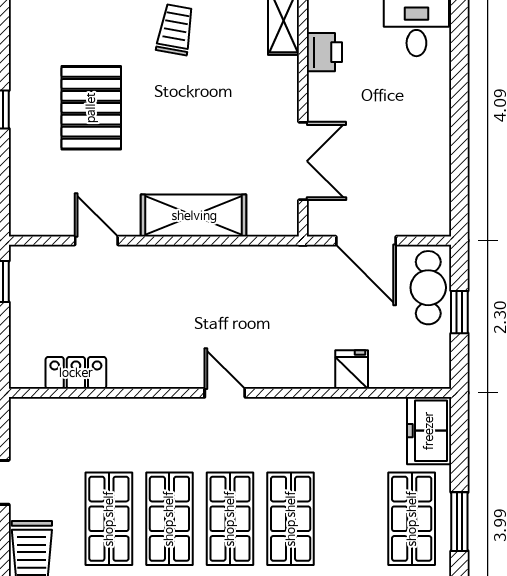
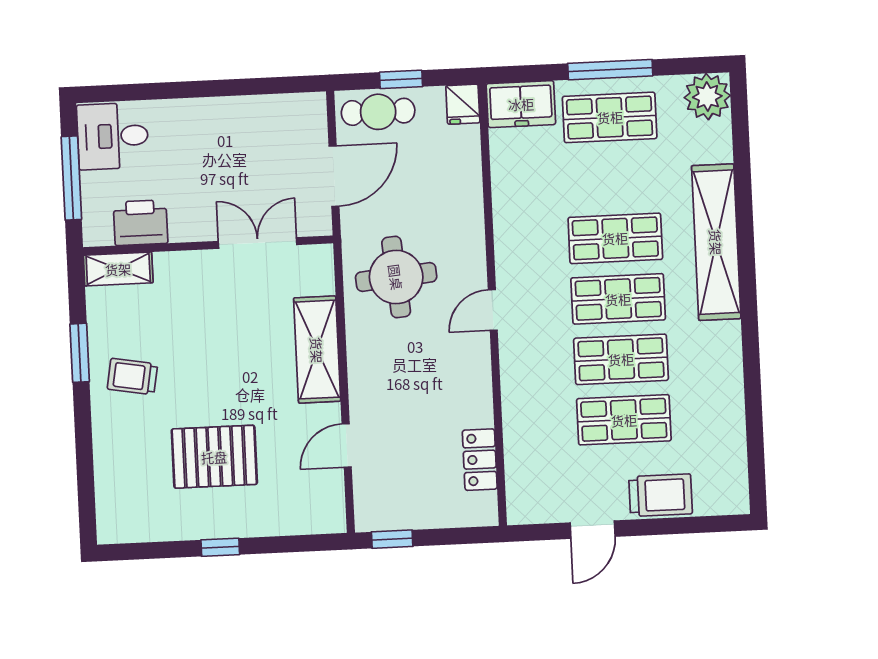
printer: (324, 52) -> (141, 223), width x1.36, depth x1.24
round table: (262, 298) -> (396, 277), added
fridge: (352, 370) -> (463, 104), moved, turned -90
window: (459, 522) -> (610, 70), width x1.44

